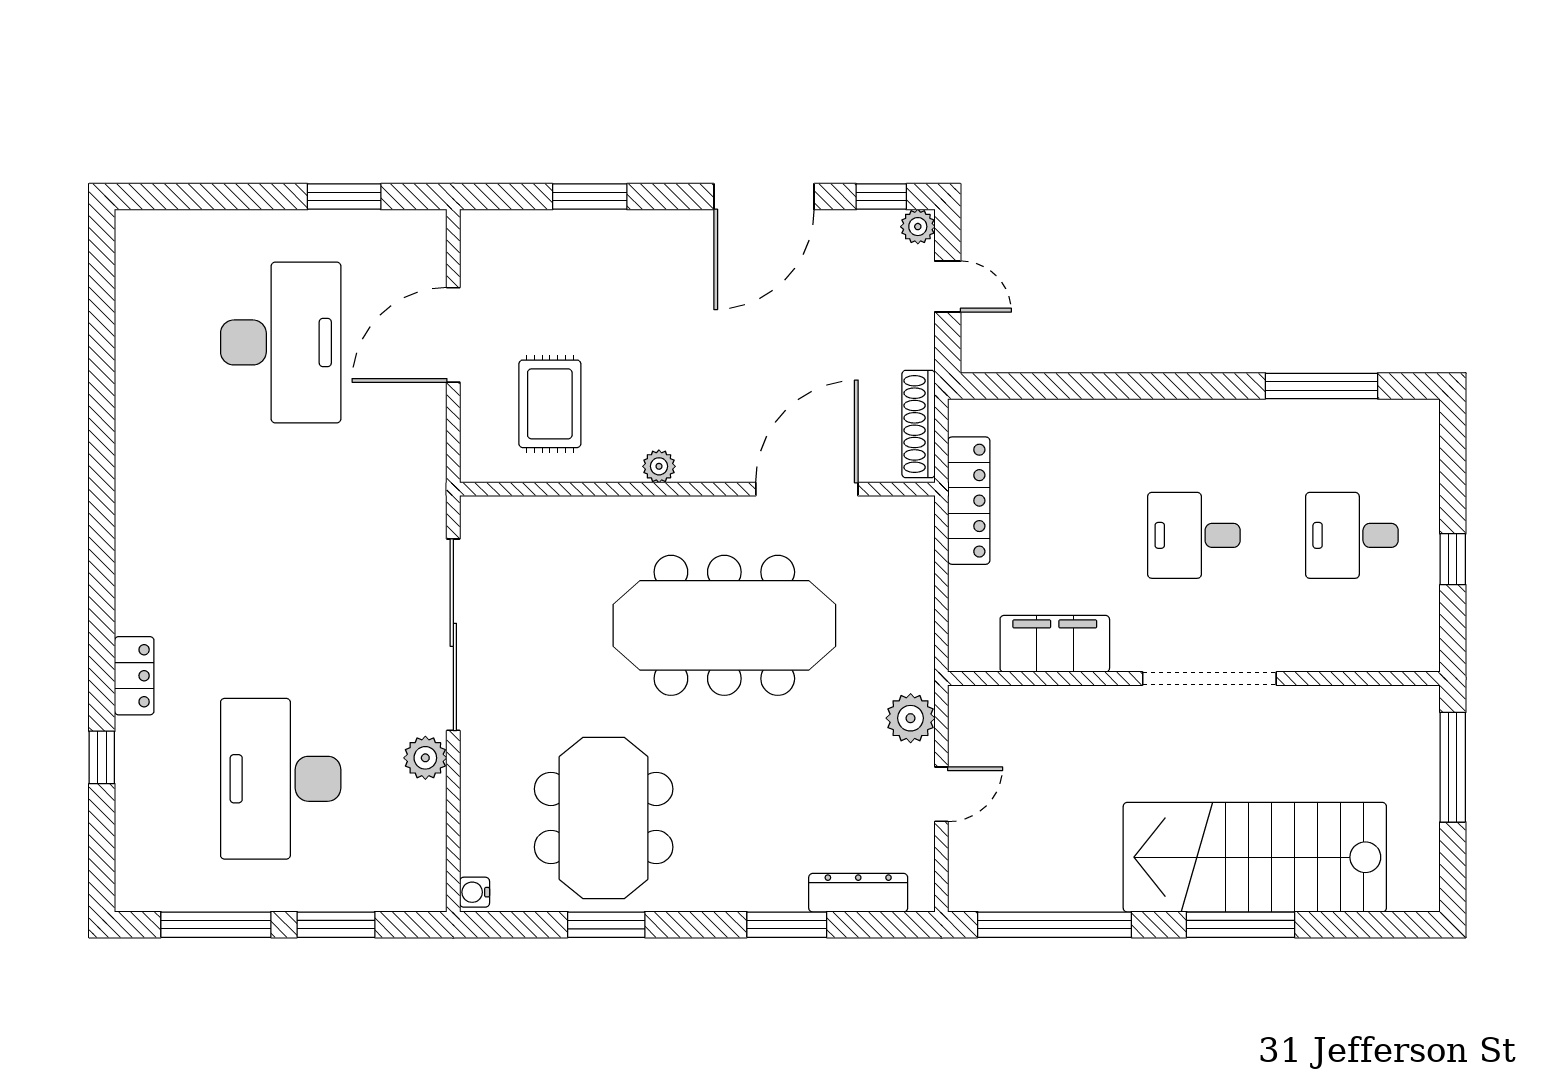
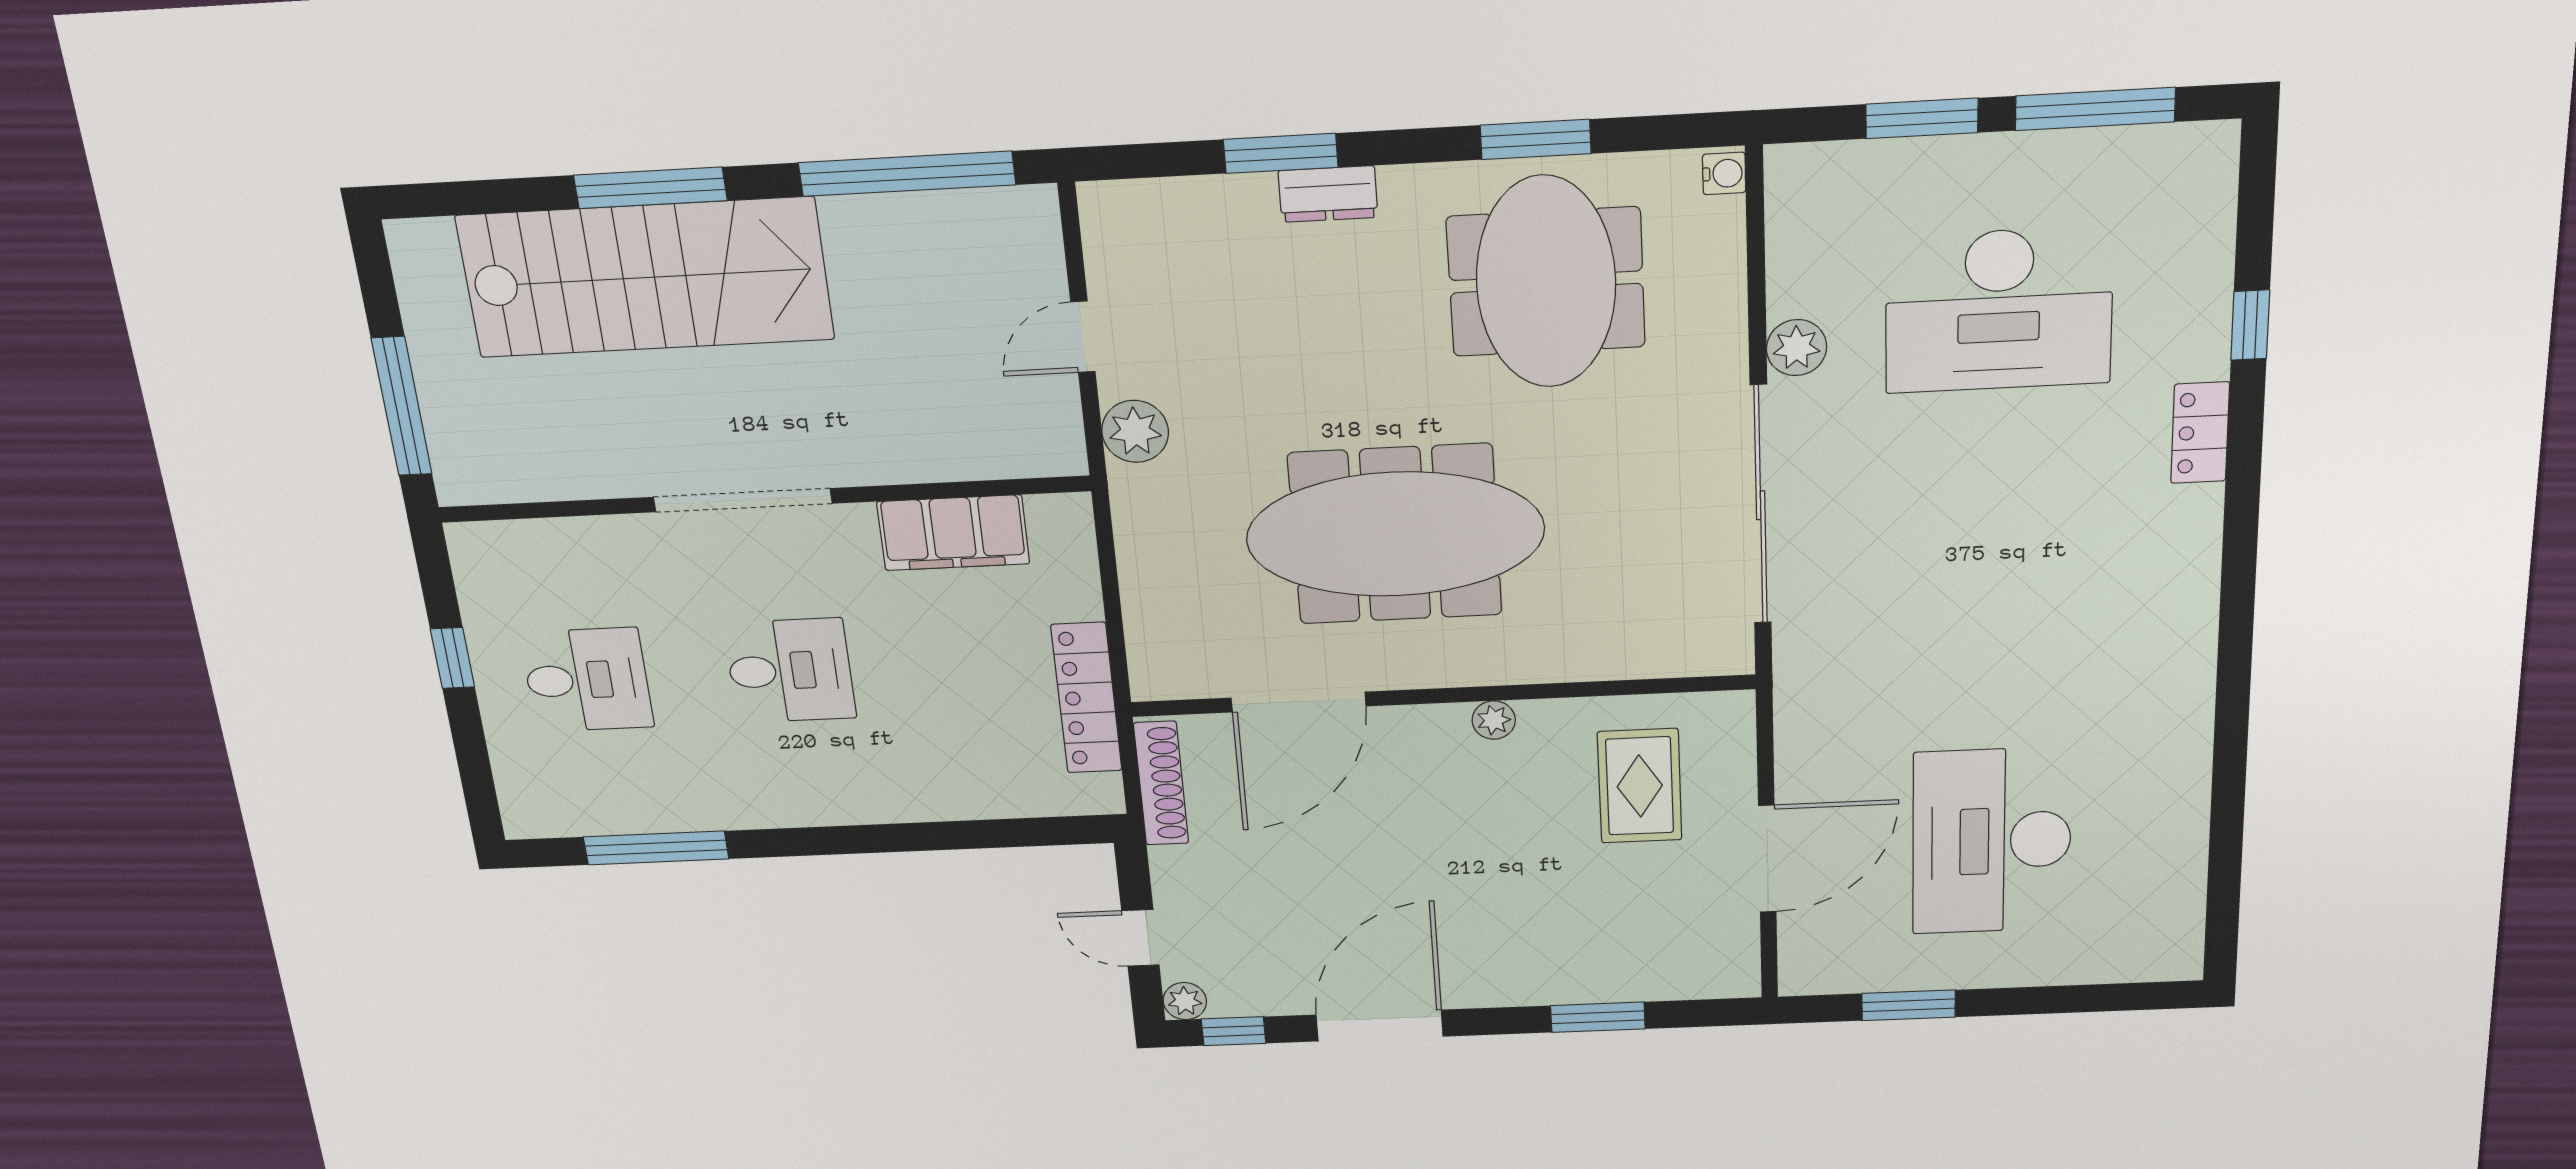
desk: (281, 779) -> (1999, 310), turned 90
dresser: (858, 893) -> (1328, 194), moved, width x0.70

